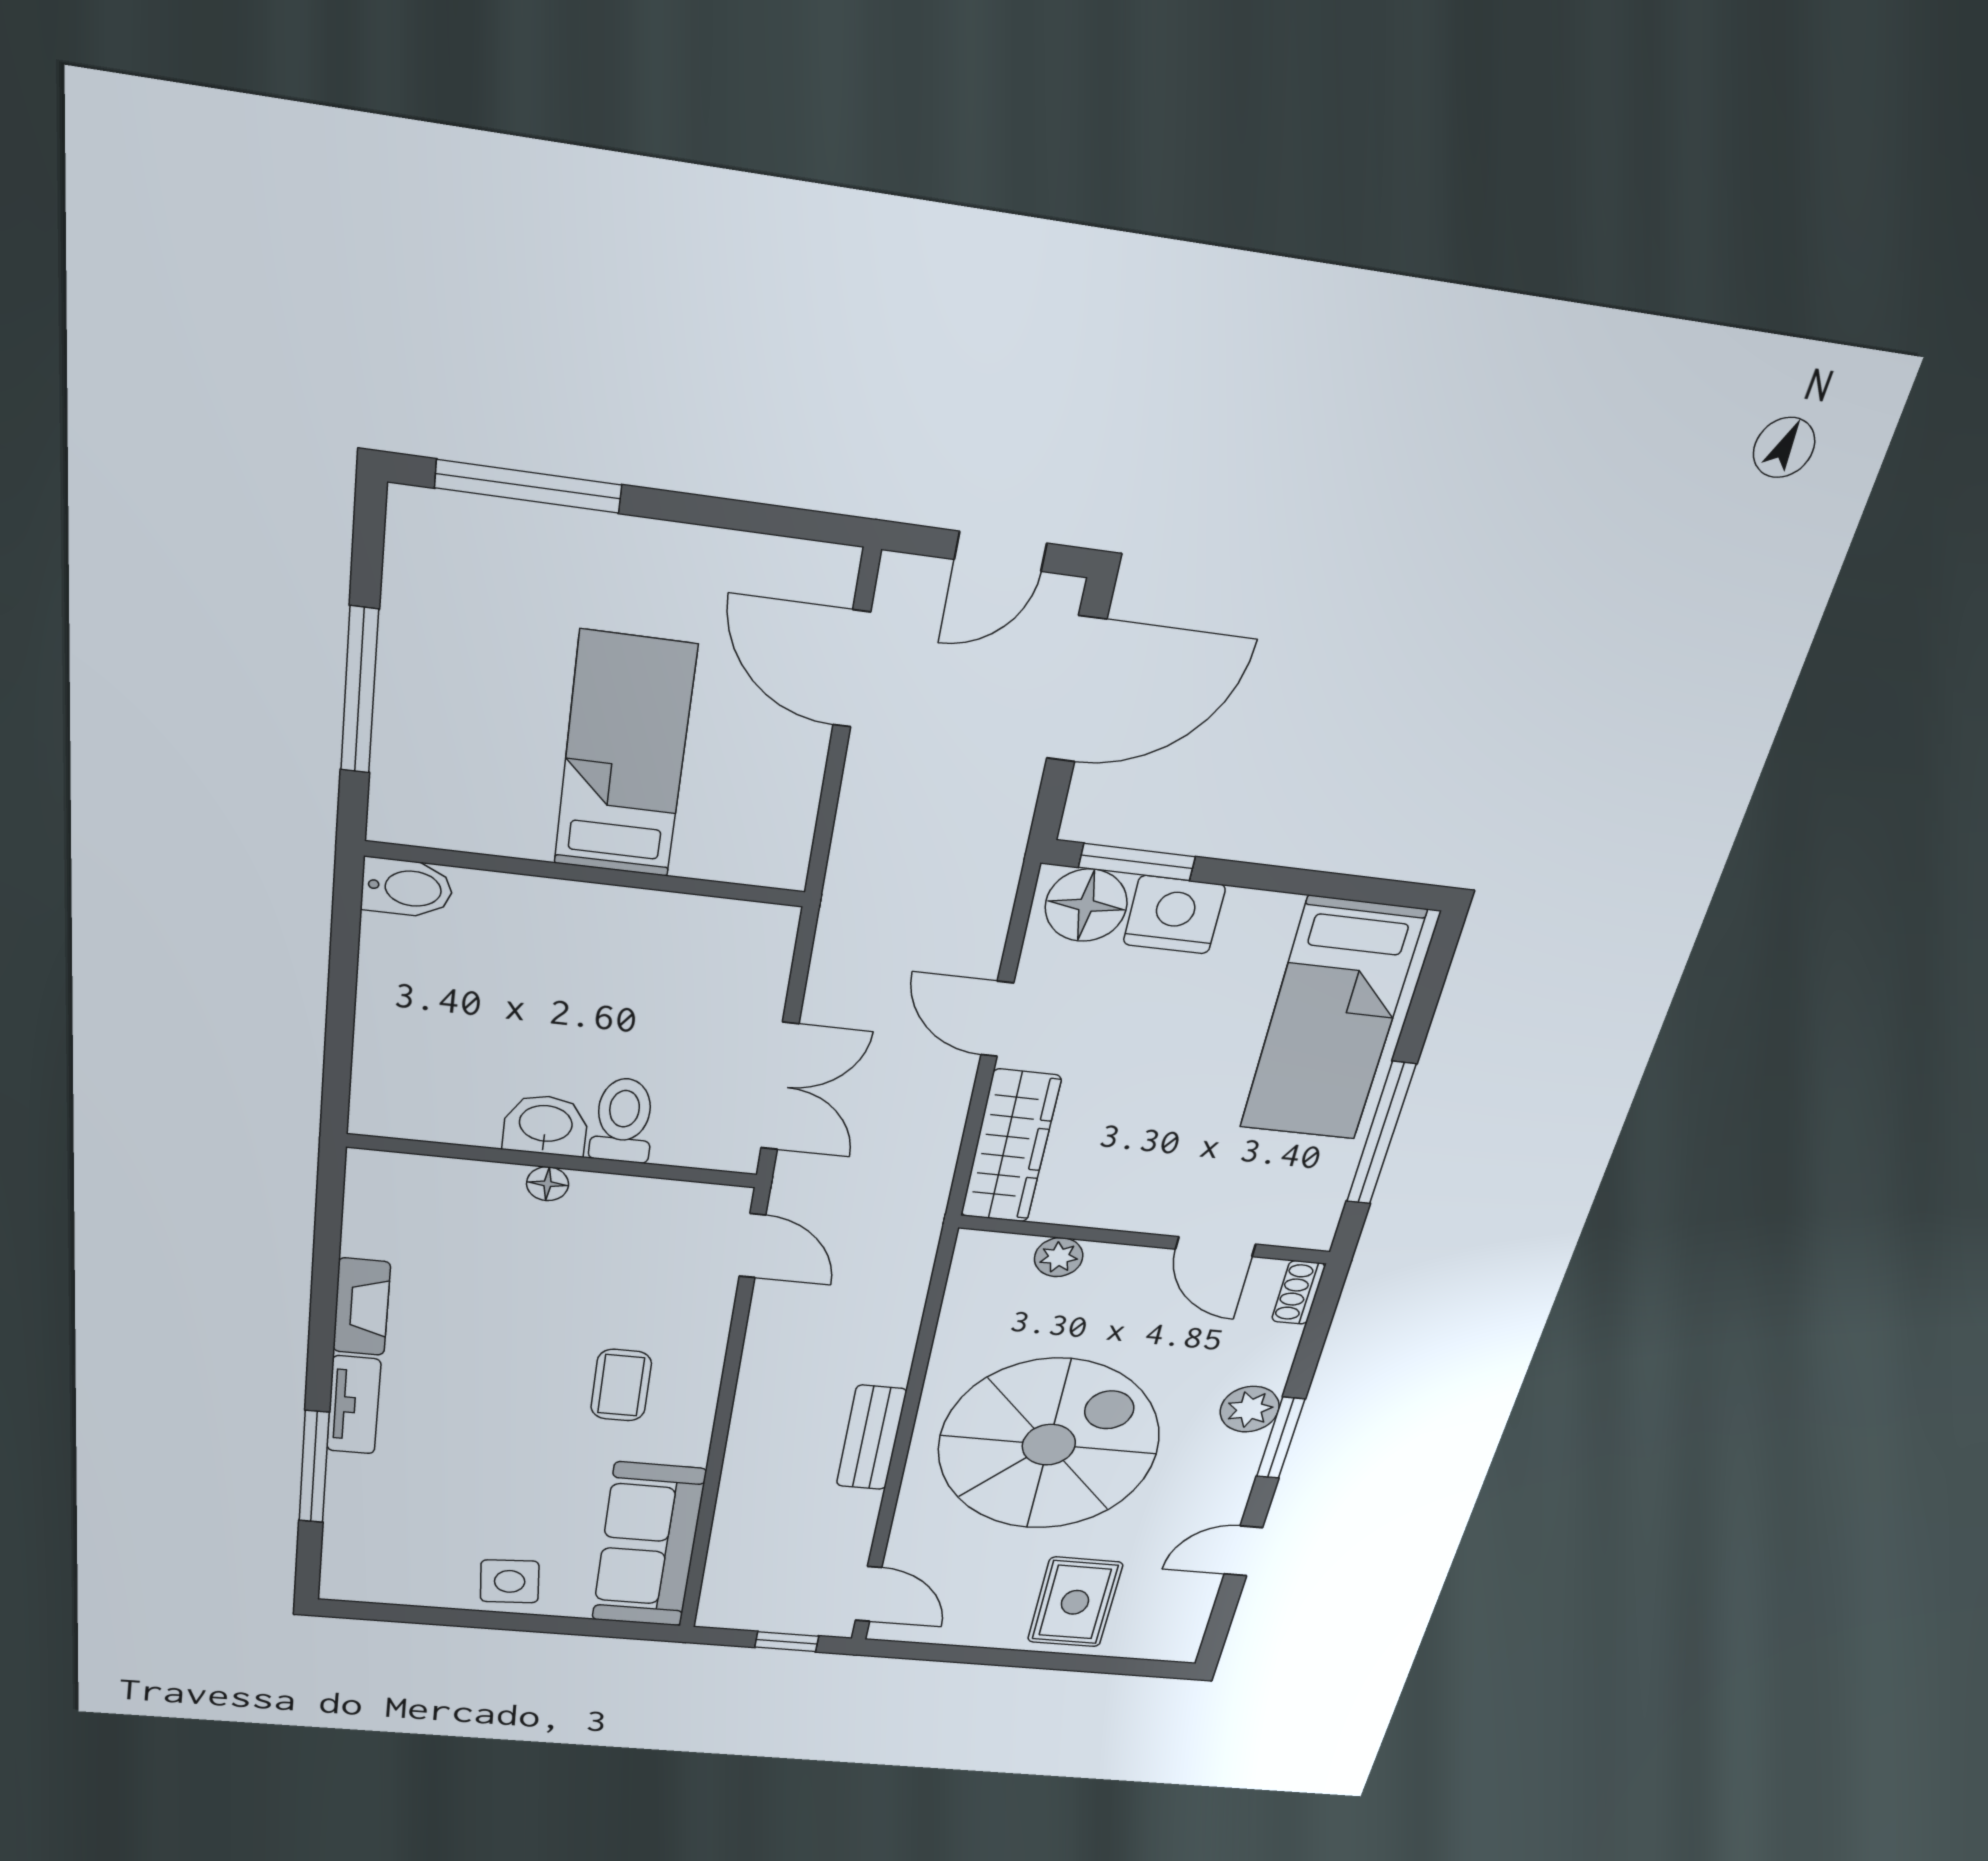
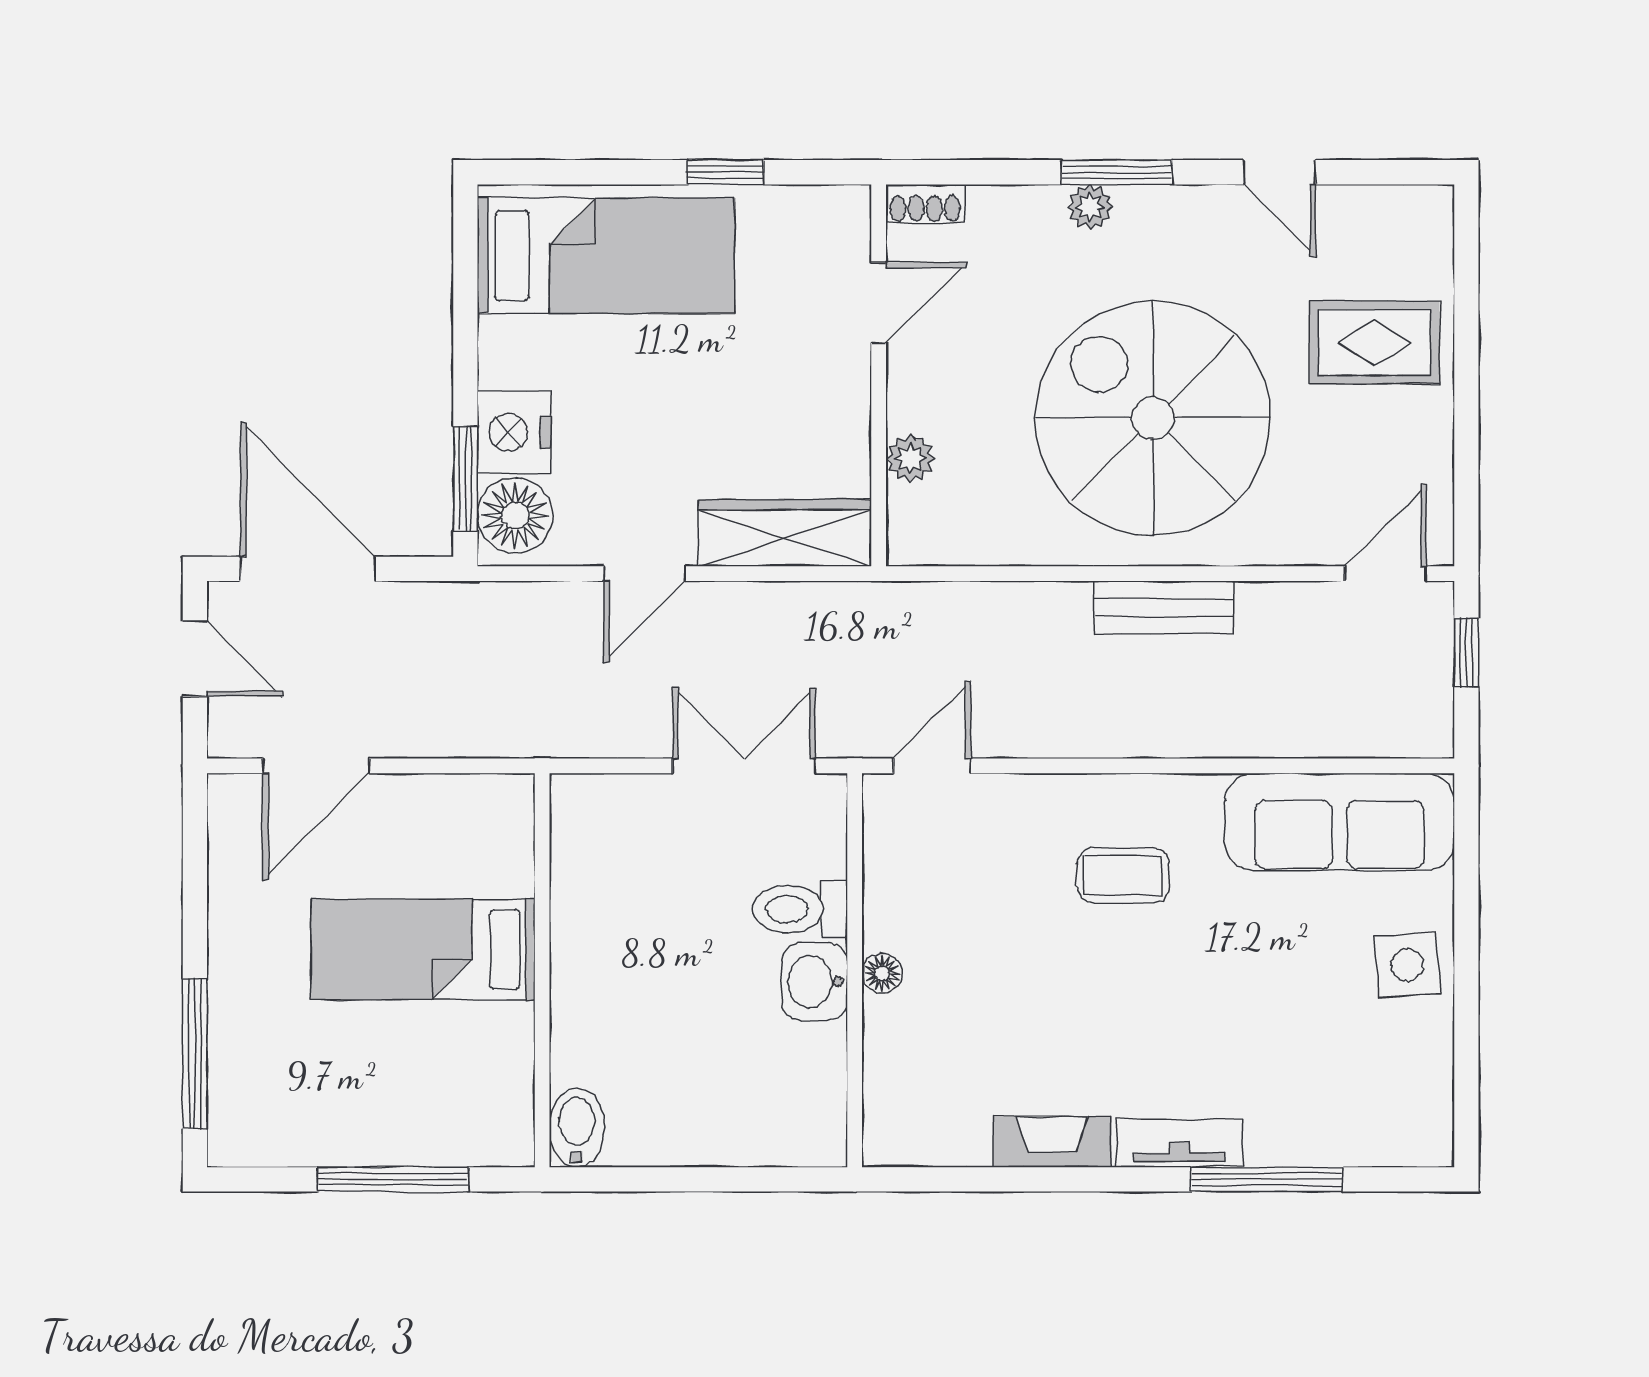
window: (1381, 1133) -> (725, 172), width x0.46
plant: (1250, 1409) -> (1090, 207), width x0.73, depth x0.73

